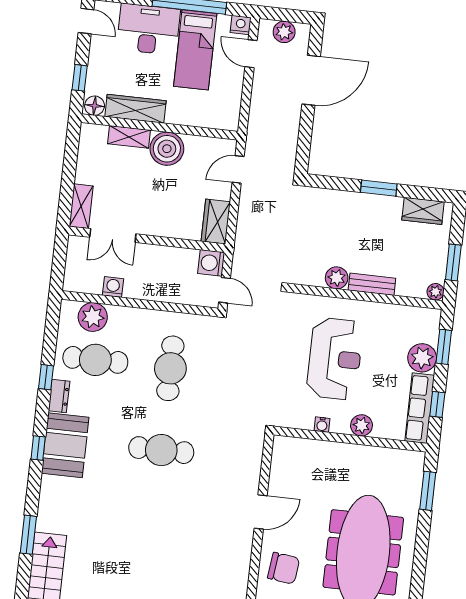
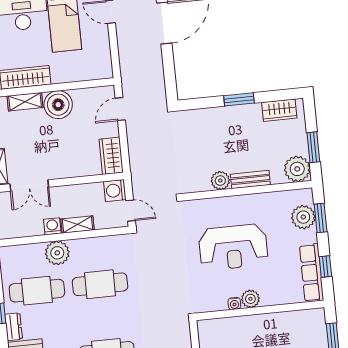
washing machine: (113, 287) -> (52, 226), moved
plant: (435, 292) -> (297, 169), width x1.88, depth x1.88
shelving: (159, 293) -> (78, 225), added
plant: (93, 317) -> (57, 253), moved
plant: (422, 358) -> (303, 217), moved
reception desk: (335, 359) -> (233, 247), turned 90
cafe table: (170, 368) -> (100, 284), turned 90
plant: (361, 425) -> (250, 299), moved

